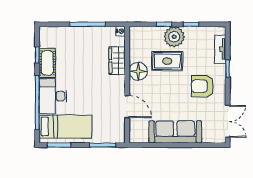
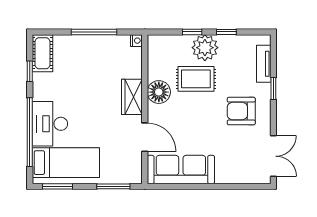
wardrobe: (117, 61) -> (132, 97), moved
cot: (47, 63) -> (42, 53), moved
sofa: (175, 132) -> (181, 170), moved

